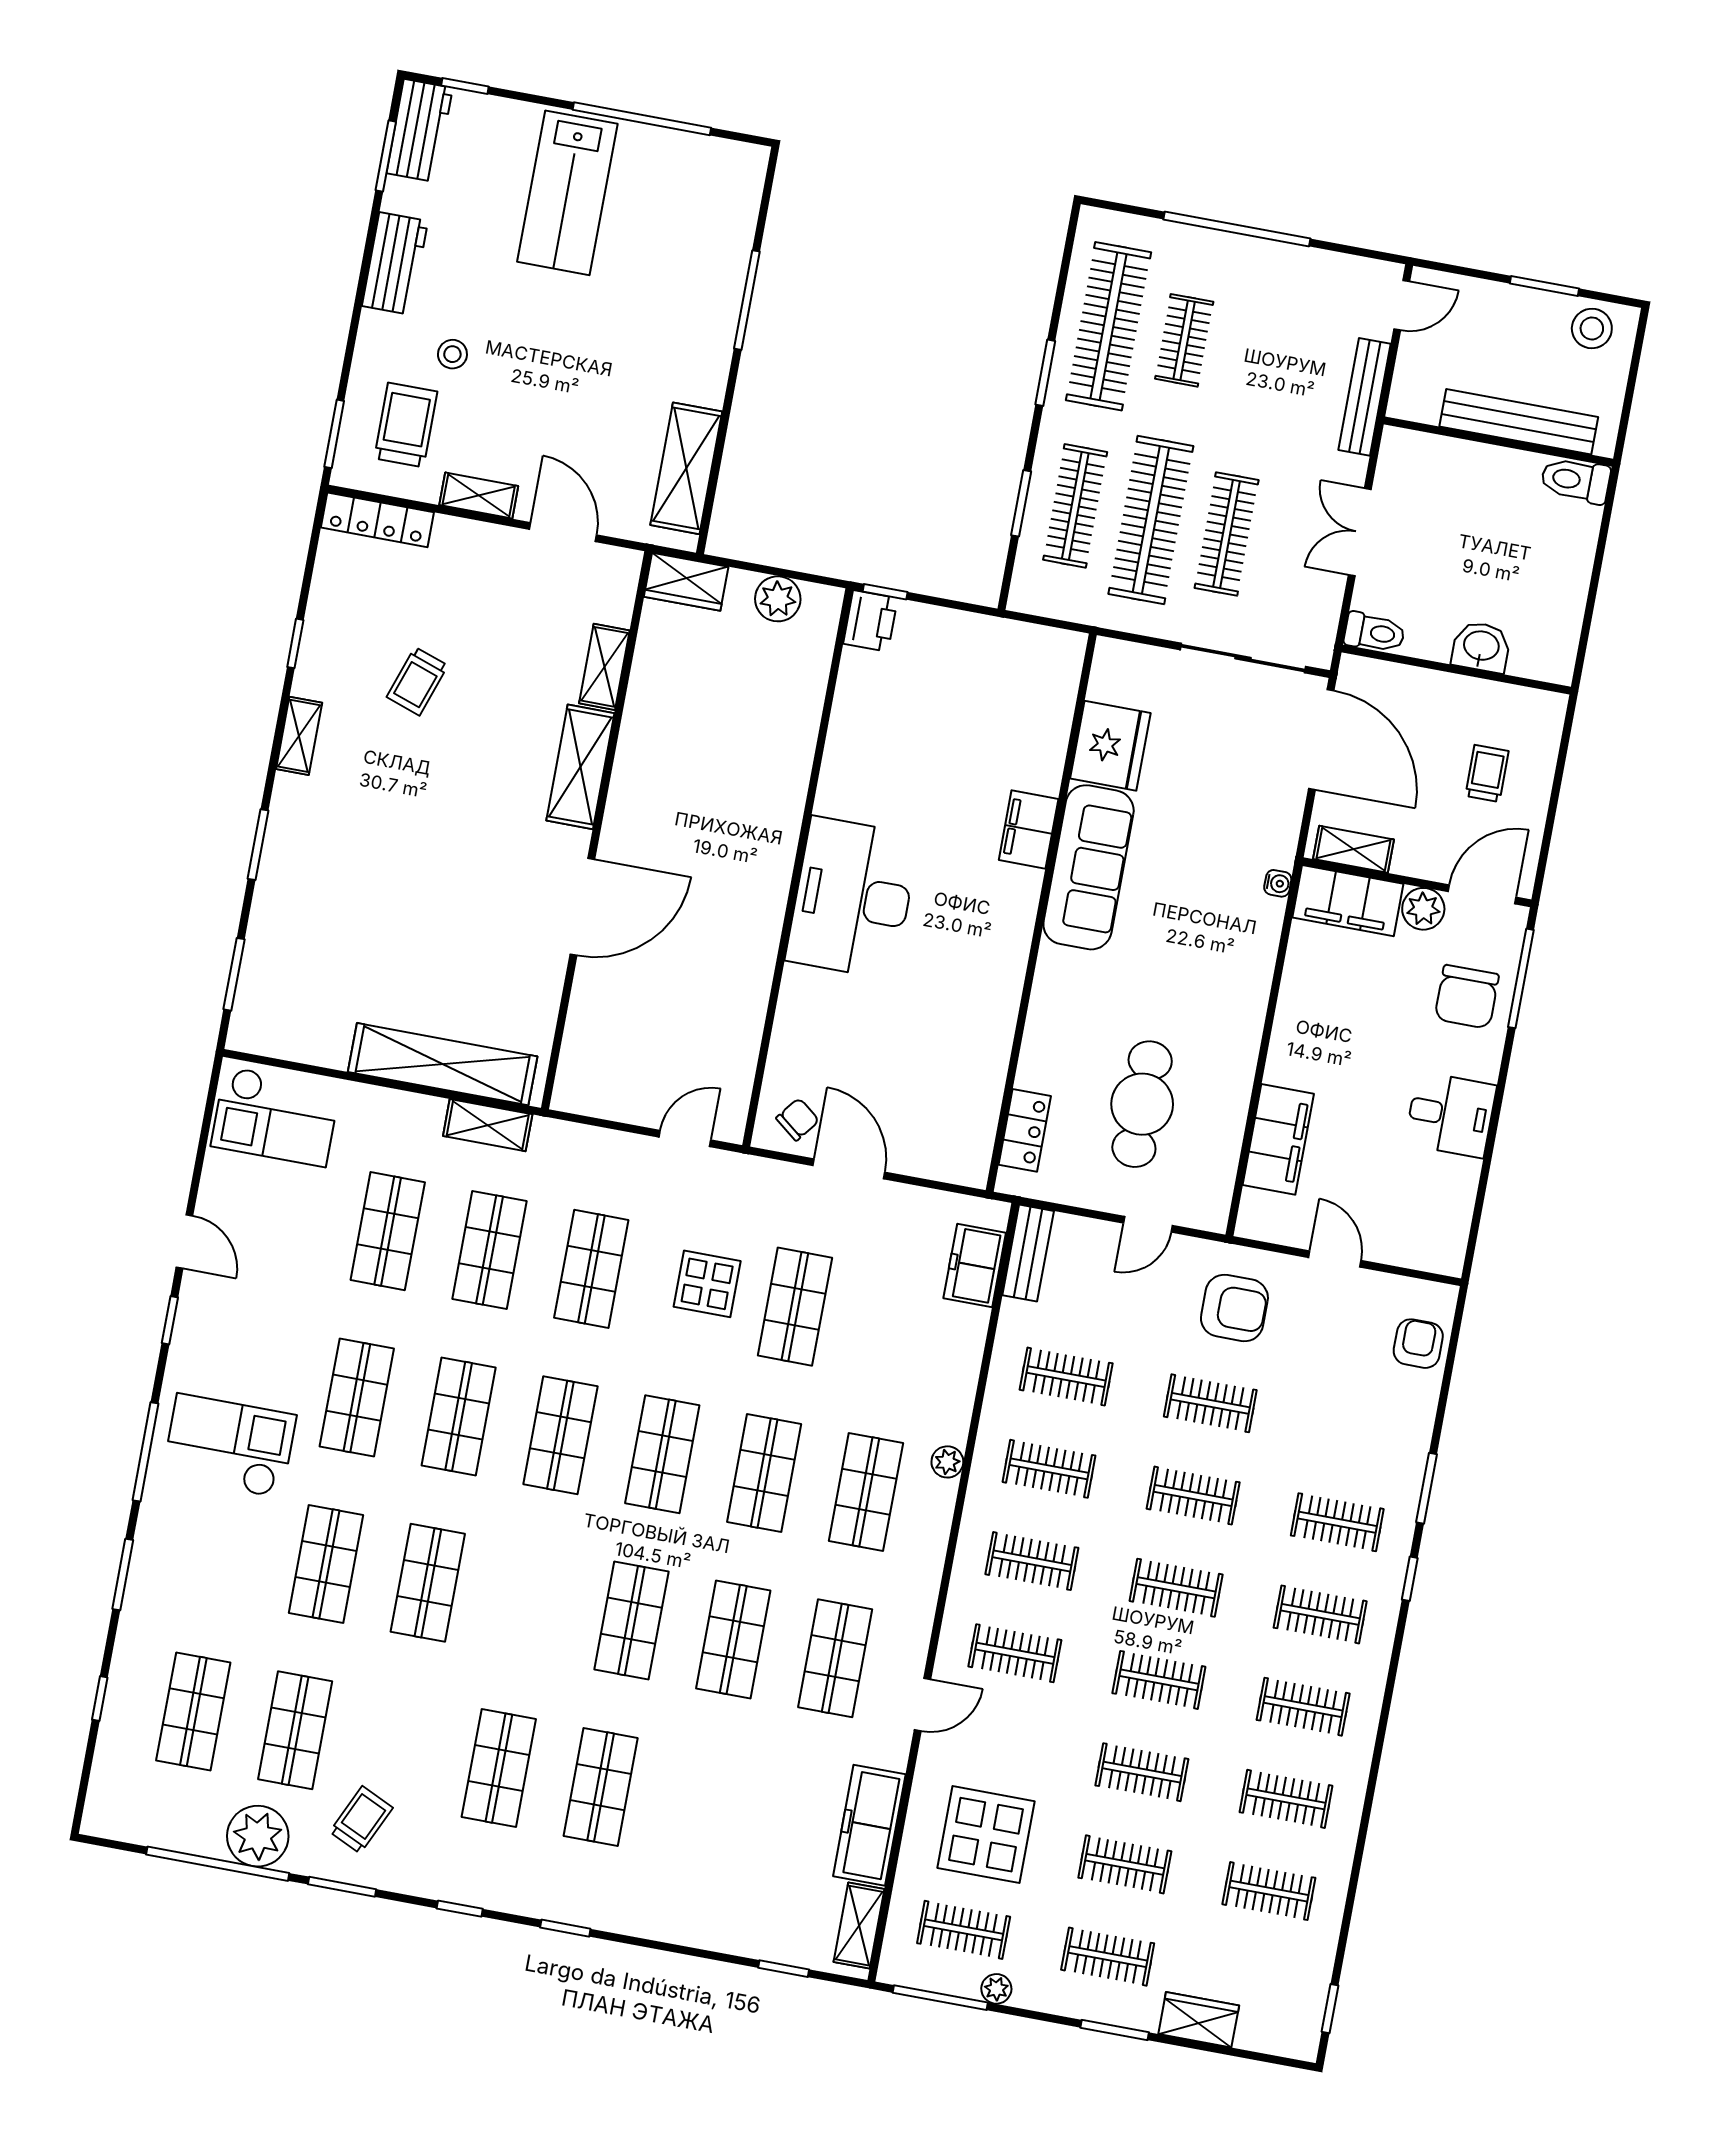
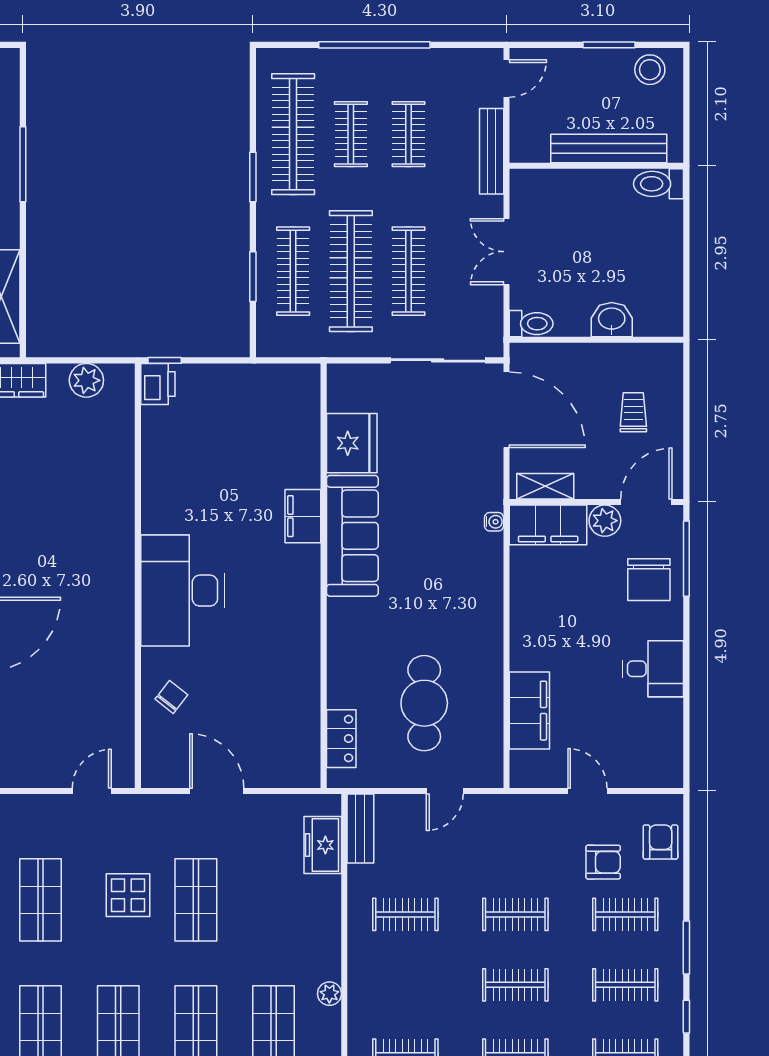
clothes rail: (1260, 354) -> (409, 134), added
chair: (798, 1119) -> (171, 697), moved
armchair: (1234, 1308) -> (603, 862), moved, width x0.72, depth x0.72
clothes rail: (1049, 1469) -> (625, 914), moved

